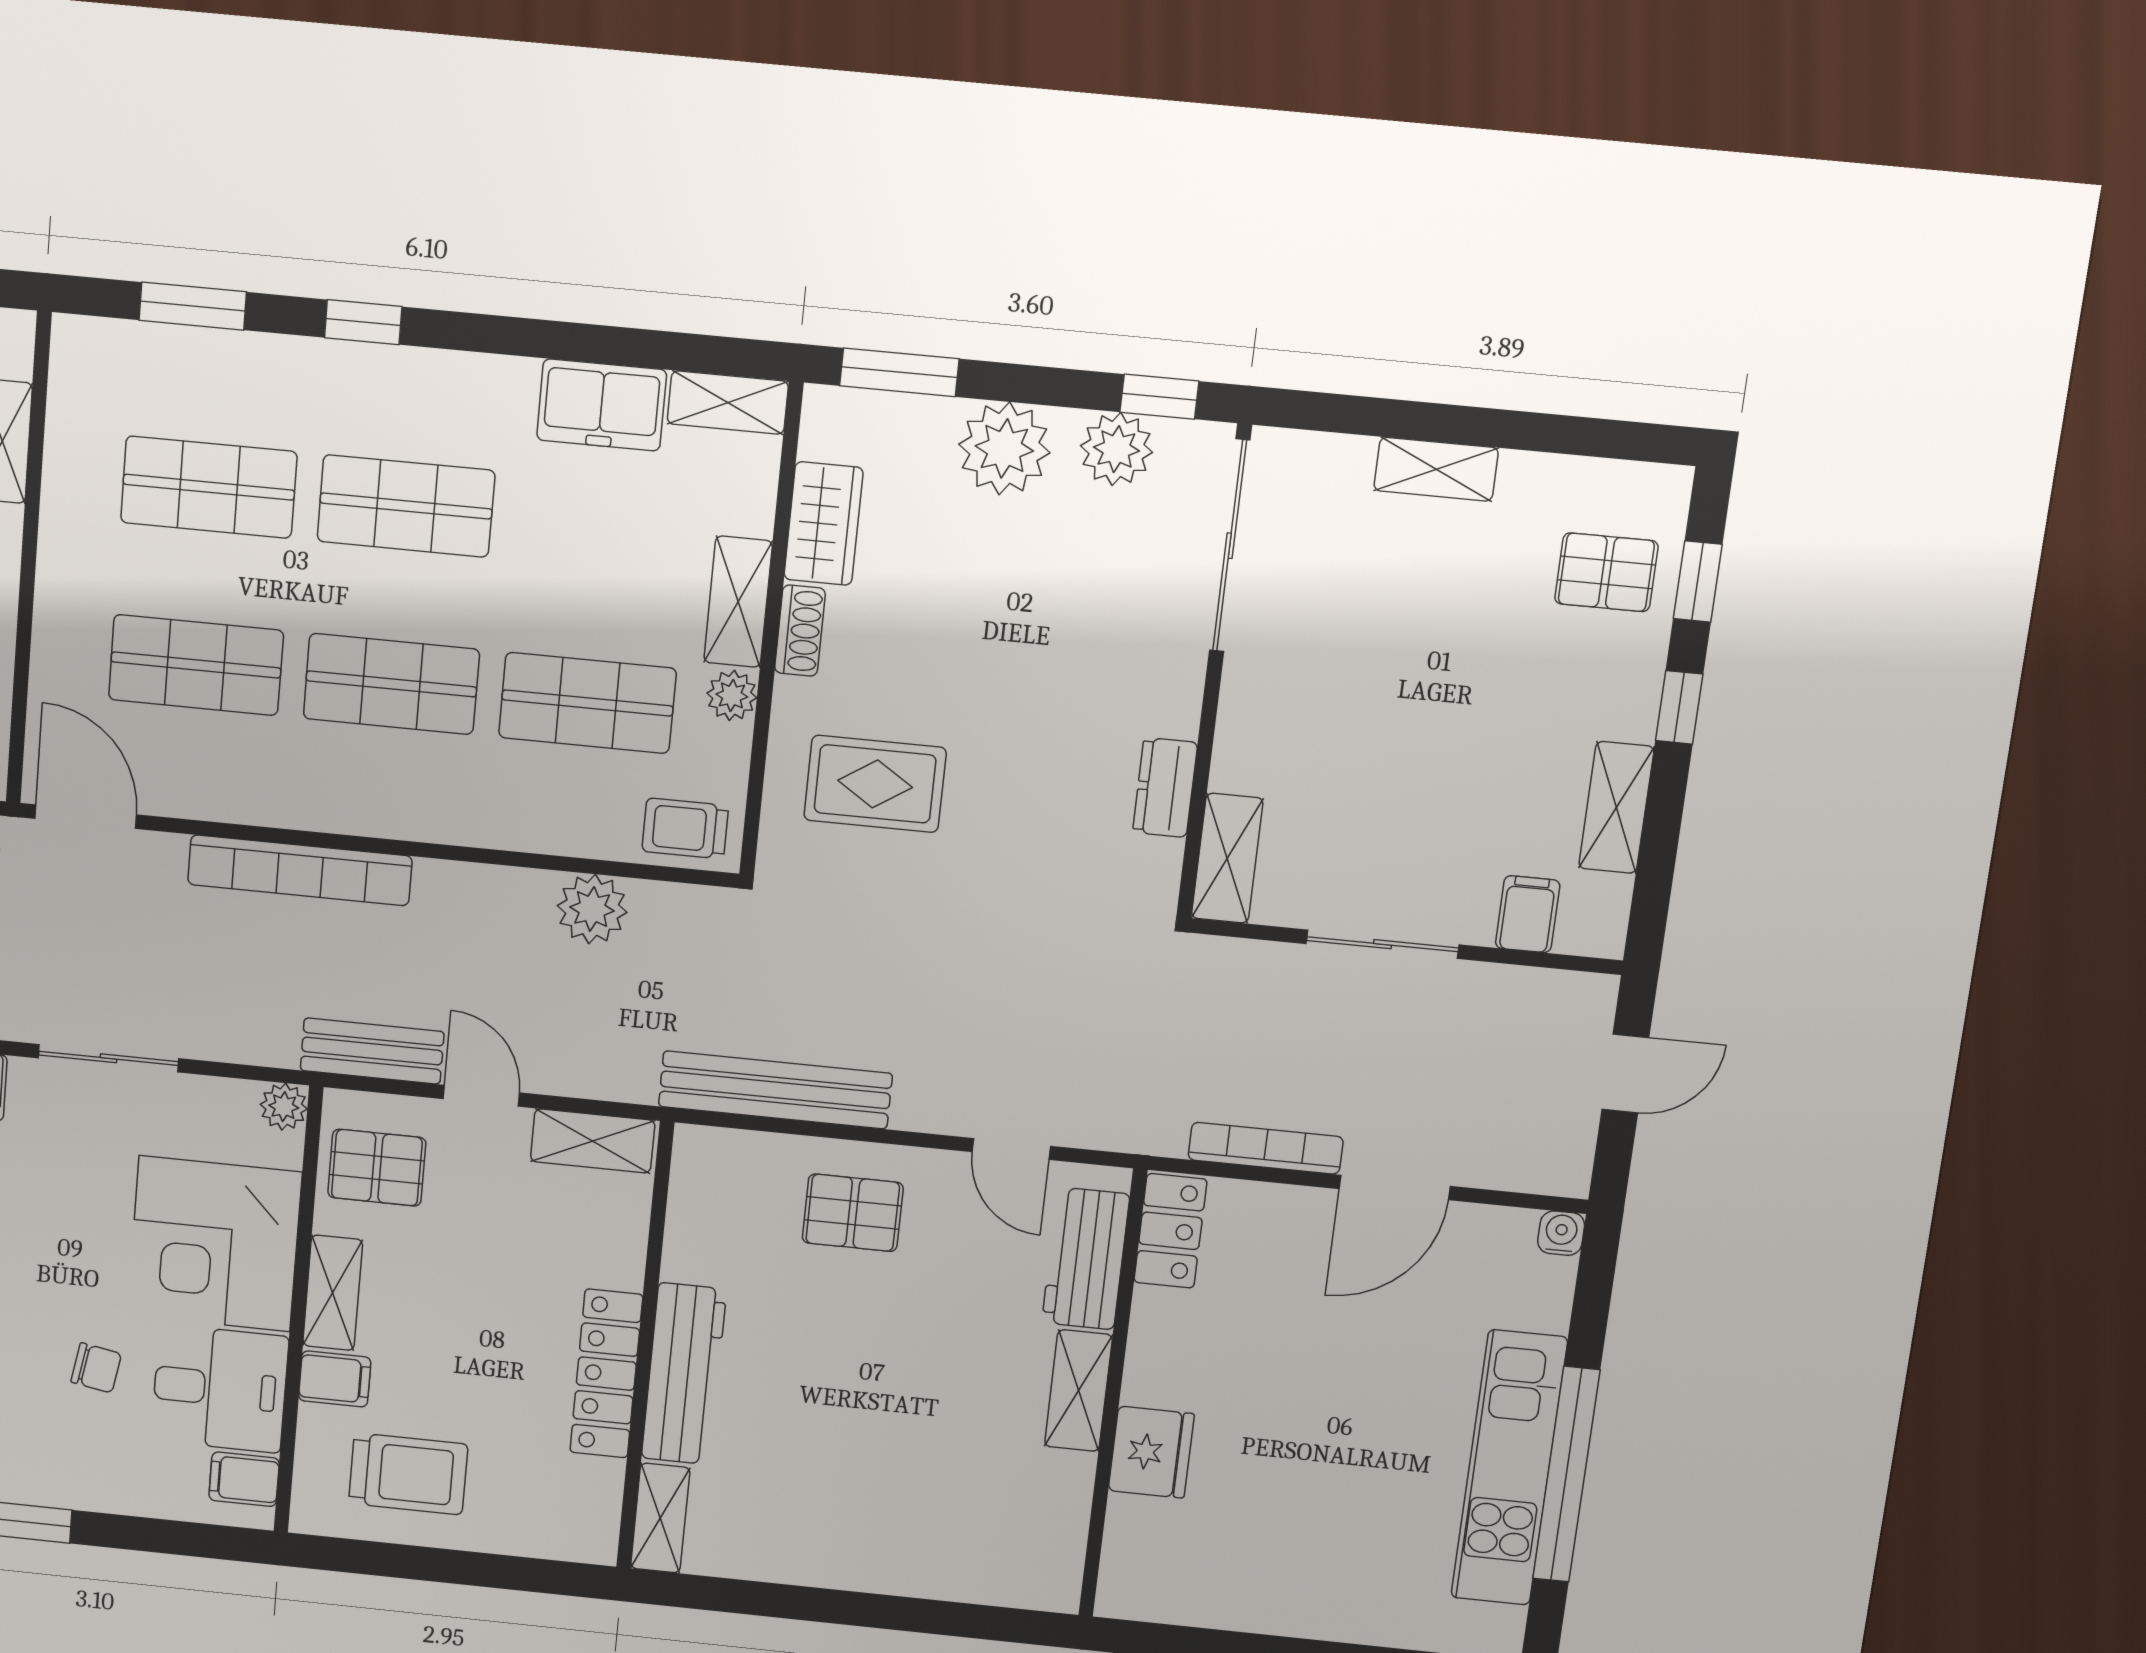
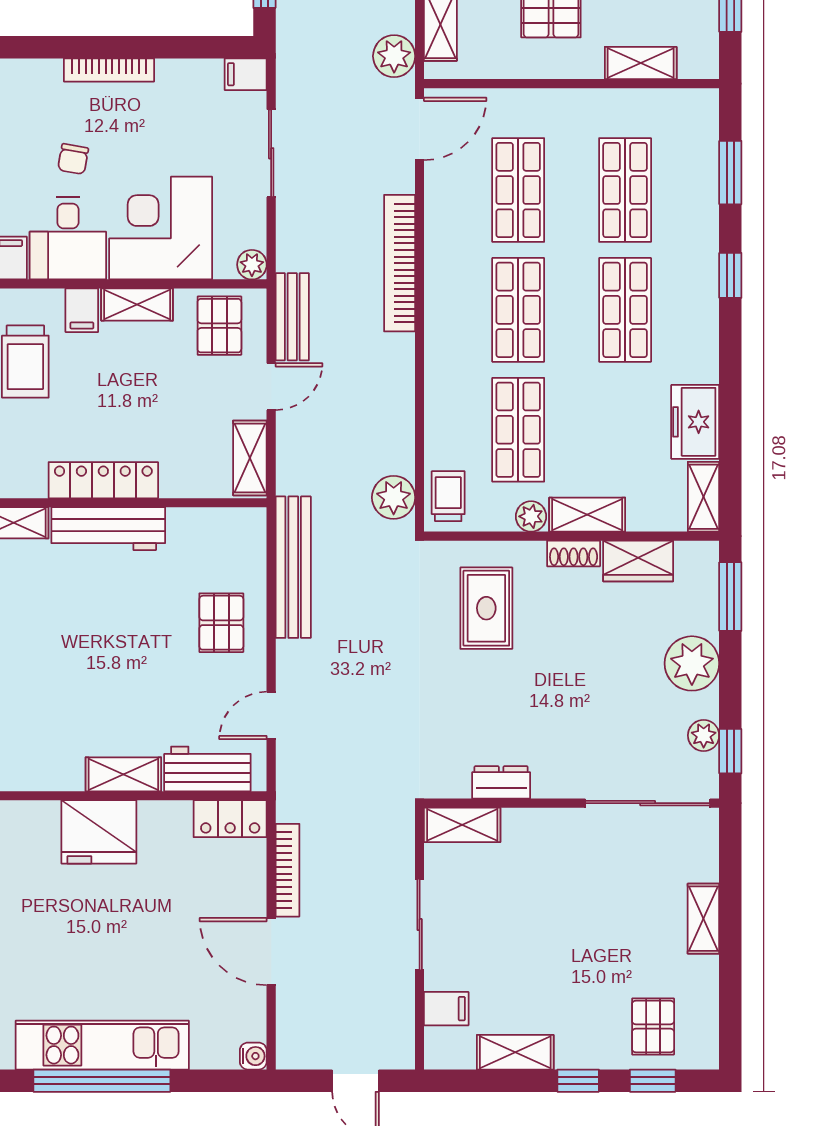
plant: (1116, 449) -> (704, 735), width x0.73, depth x0.73
plant: (592, 909) -> (394, 497), moved
fridge: (1151, 1452) -> (99, 832), width x1.36, depth x1.34

